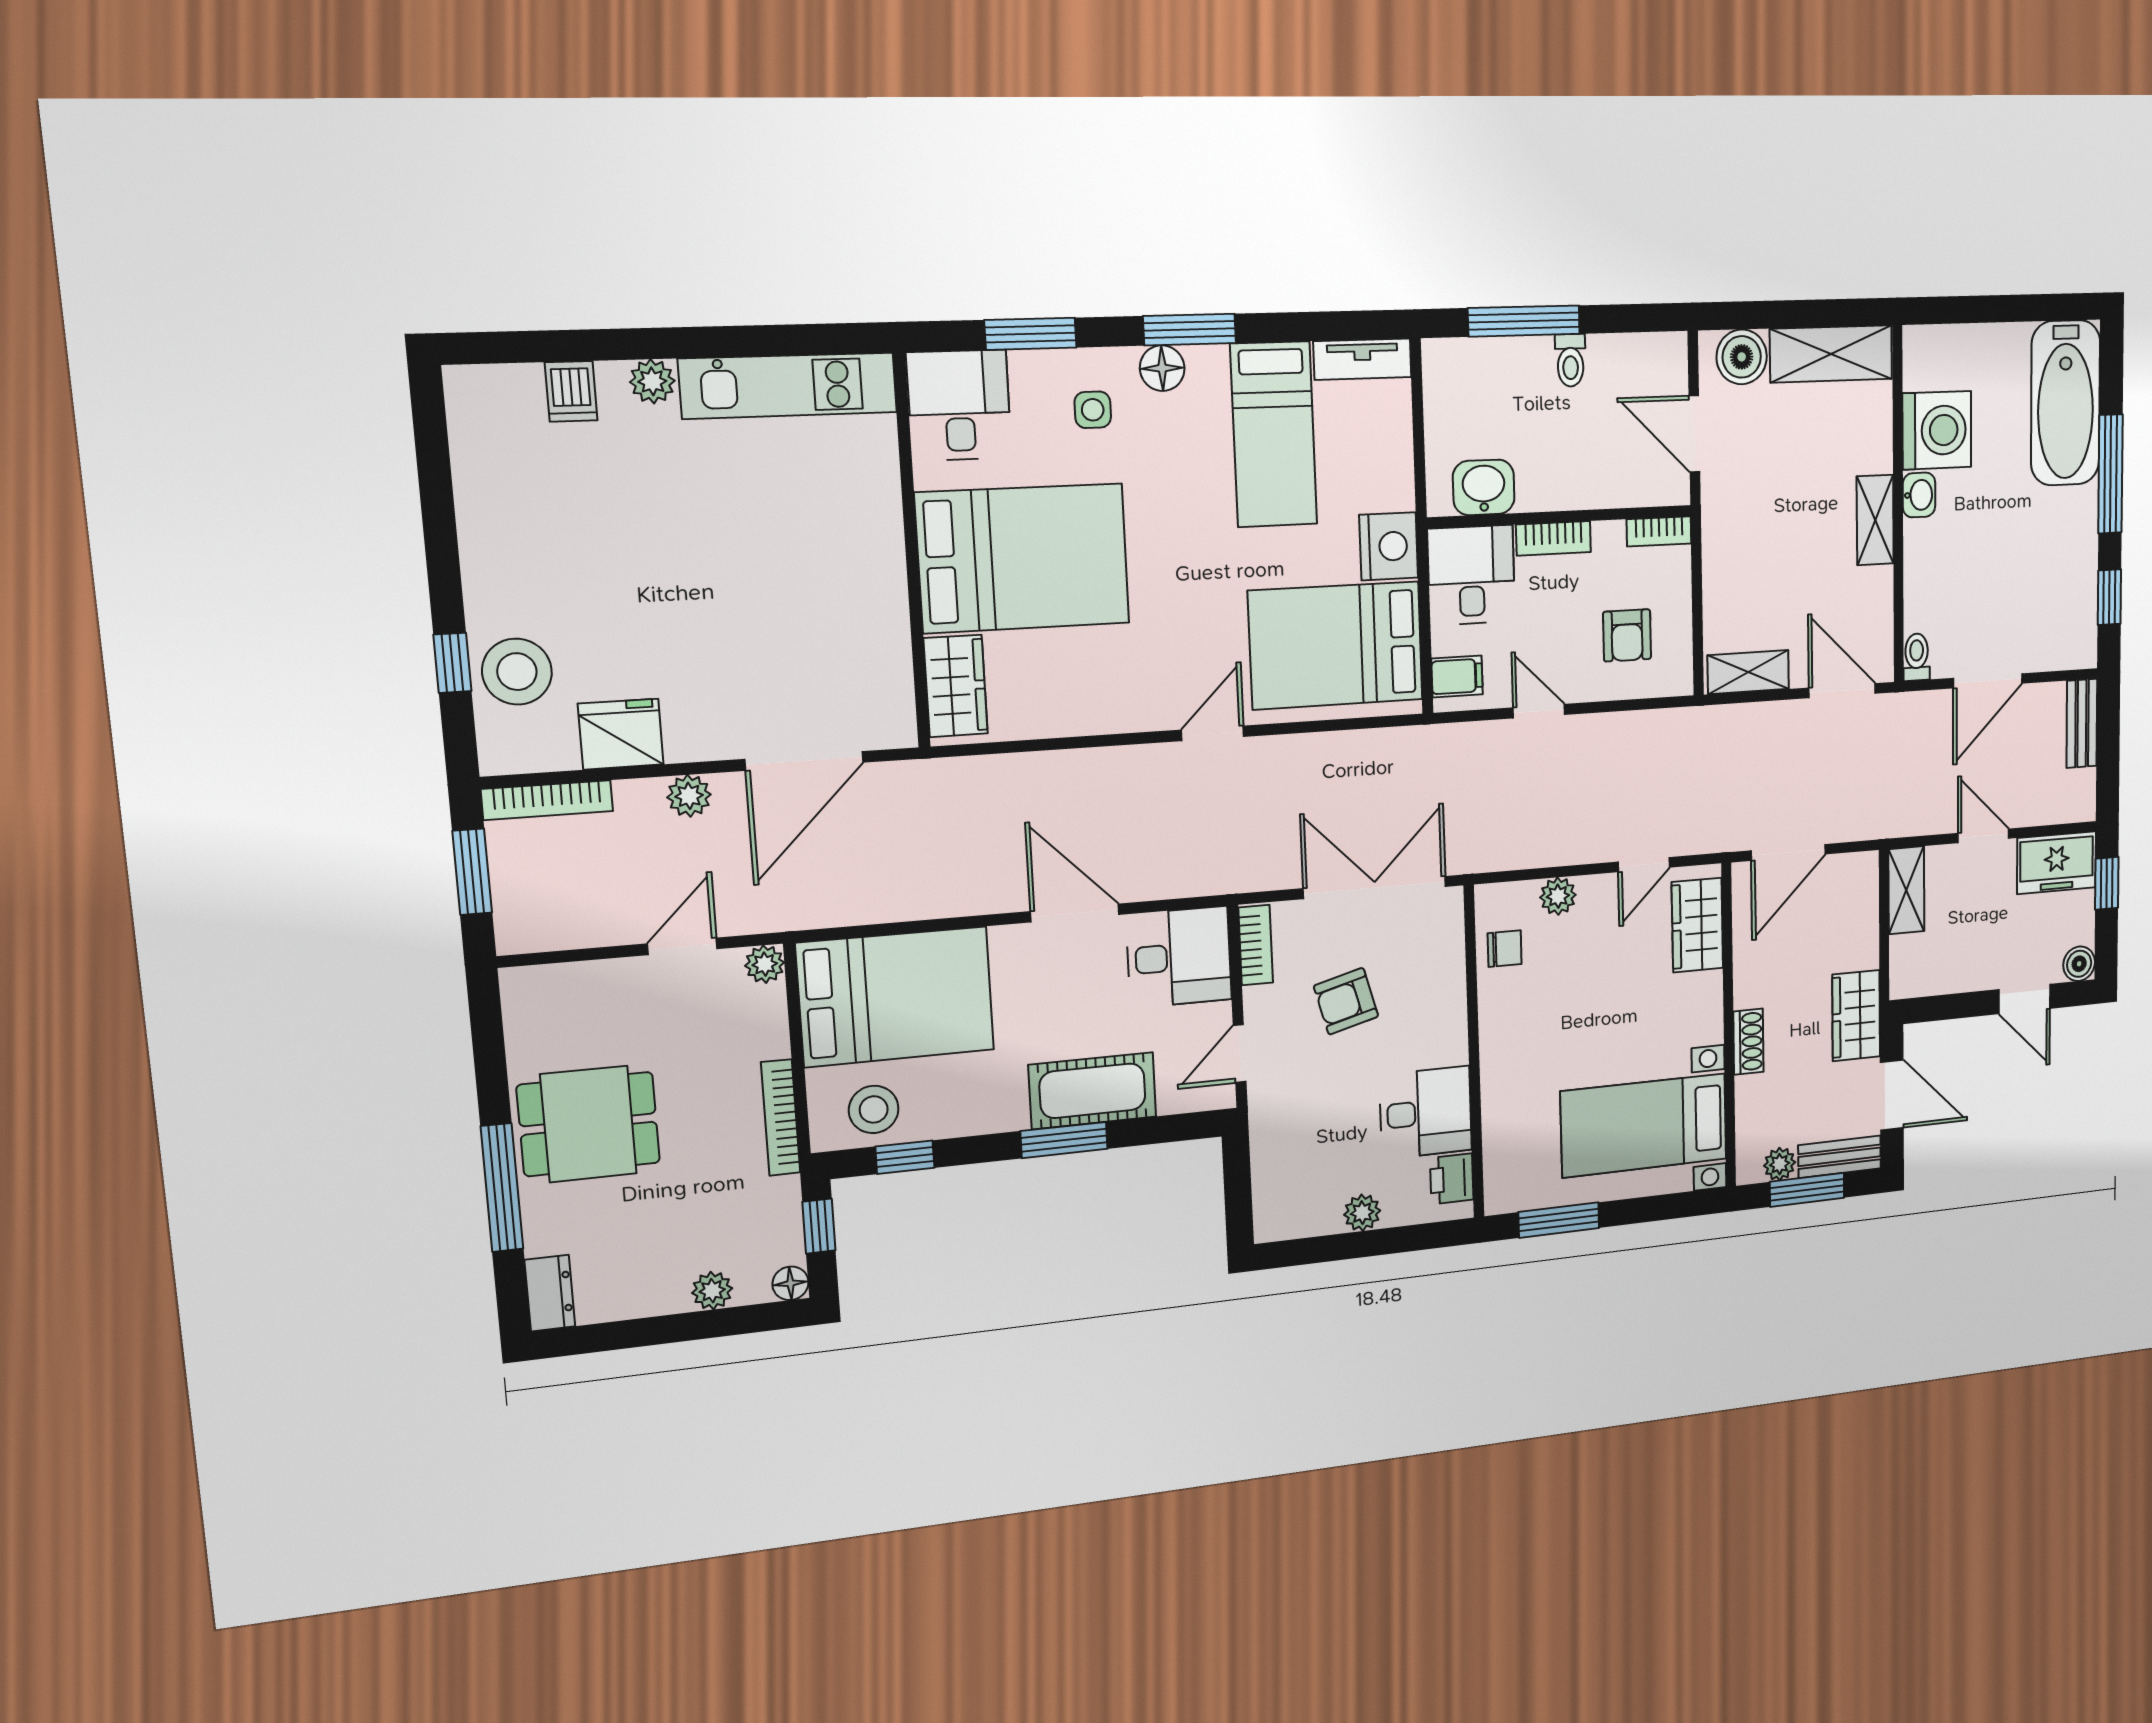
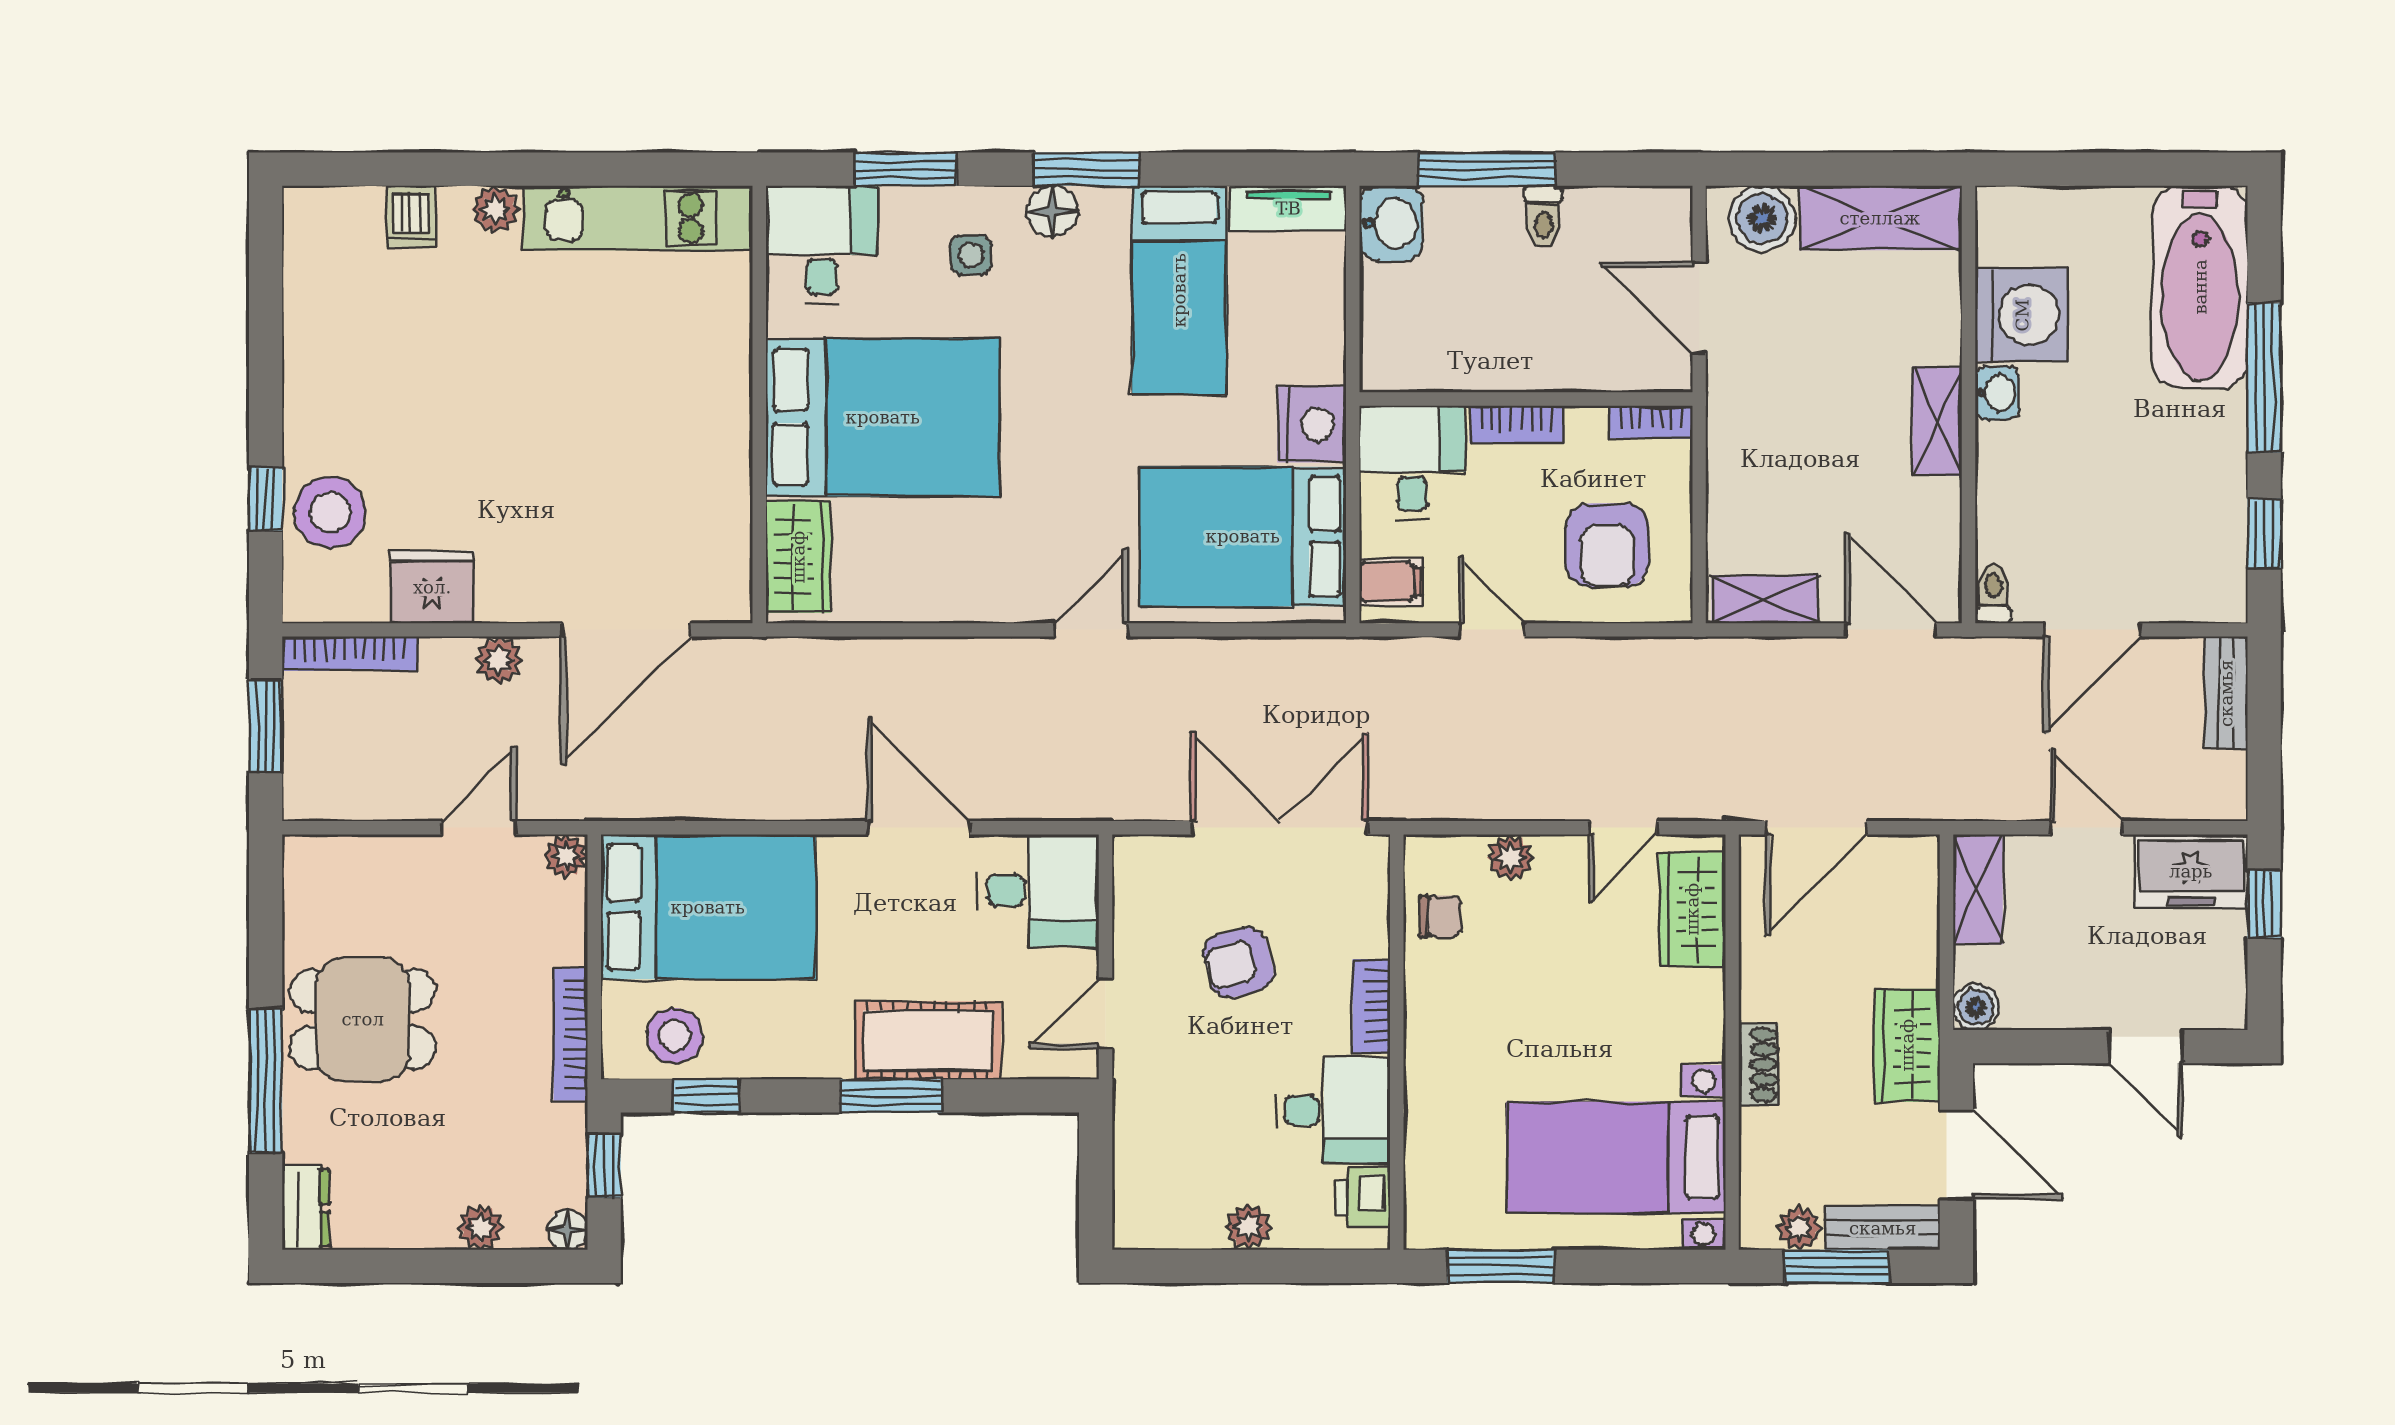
washbasin: (1484, 487) -> (1391, 223), moved, turned 90
armchair: (1627, 635) -> (1607, 545), width x1.38, depth x1.38
bookcase: (1256, 945) -> (1371, 1006), moved, turned 180
boiler: (2079, 964) -> (1976, 1007), moved

